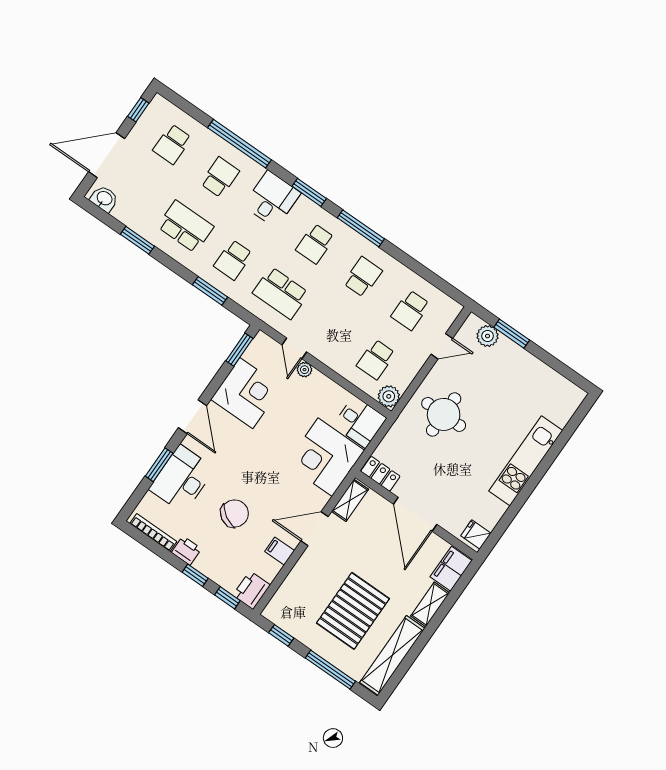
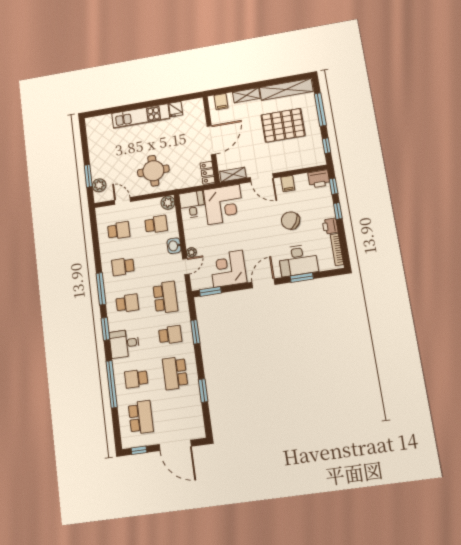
school desk: (172, 144) -> (141, 417), width x1.85
washbasin: (104, 199) -> (174, 246), moved
fridge: (476, 534) -> (176, 109), moved
filing cabinet: (451, 569) -> (221, 102), width x0.50

